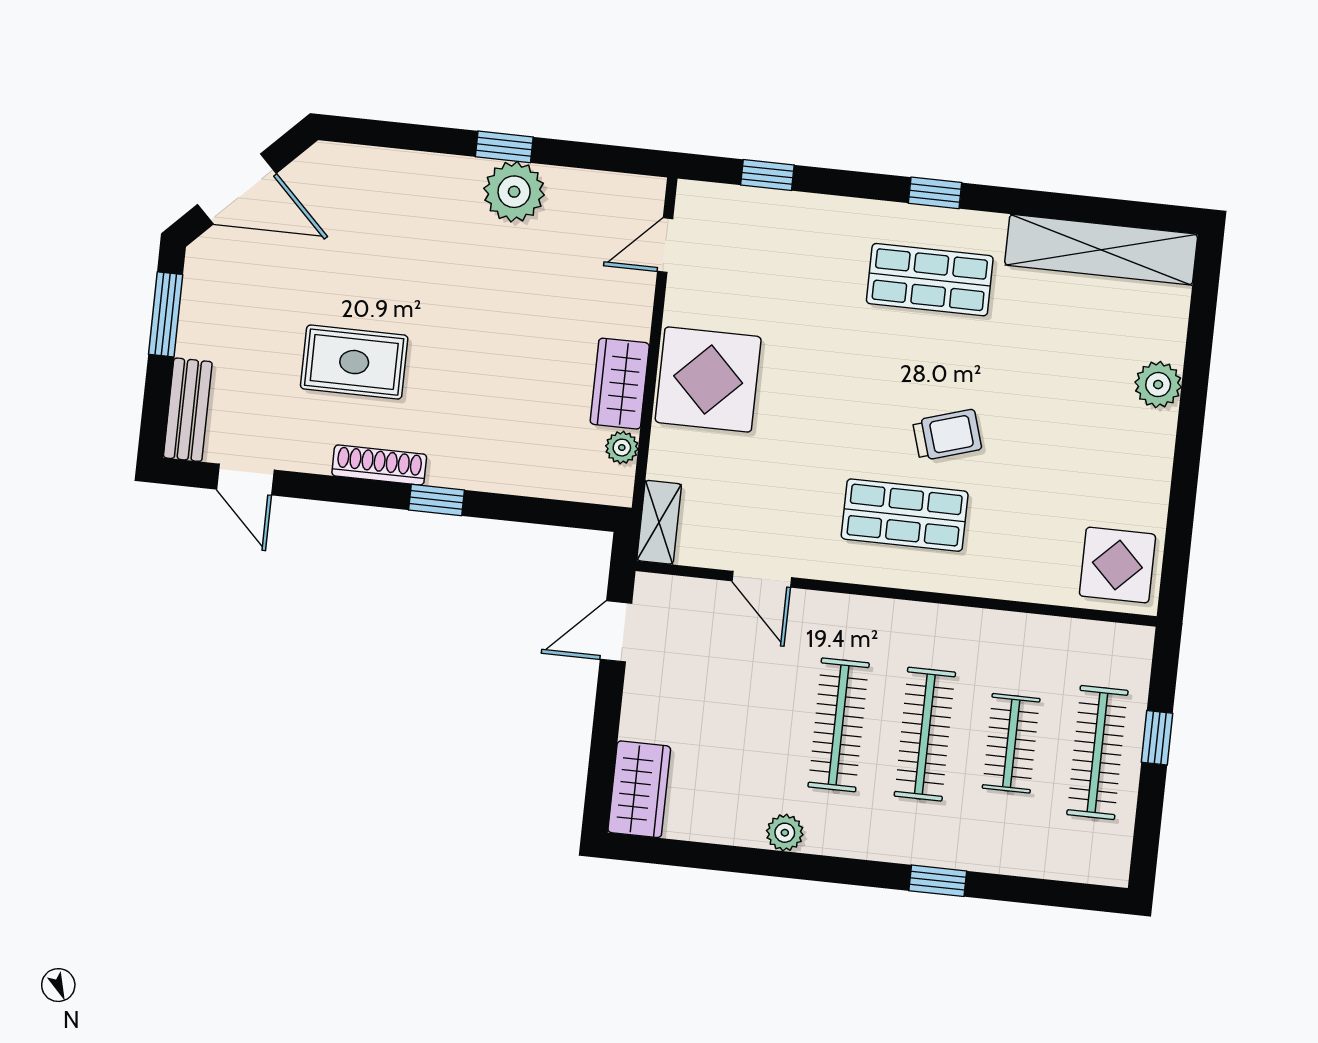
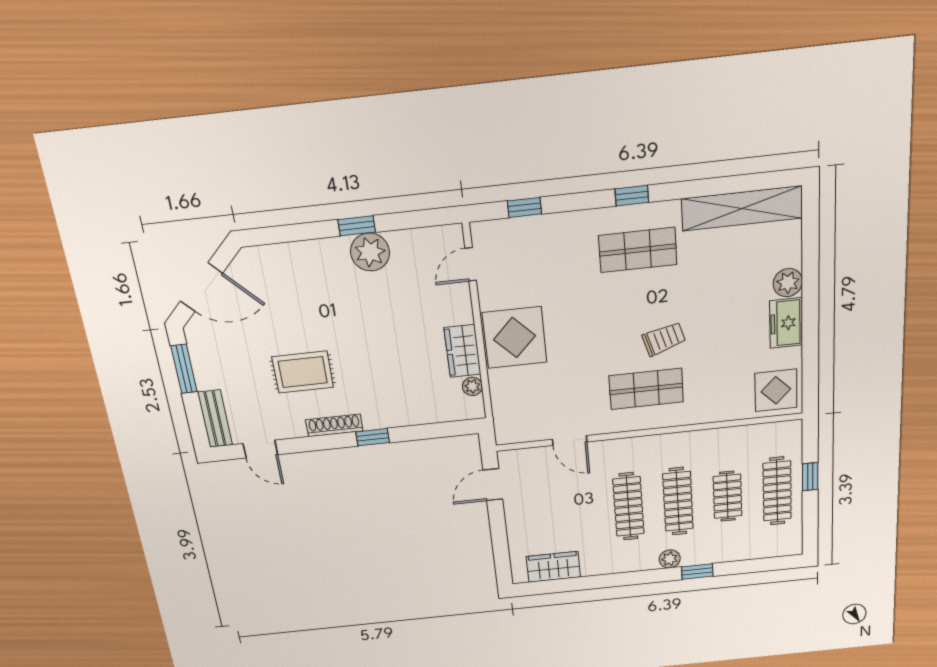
freezer: (1148, 452) -> (786, 323), added
shelving: (659, 522) -> (504, 422), removed
wardrobe: (639, 789) -> (553, 567), moved, turned -90
plant: (785, 833) -> (670, 559), moved

